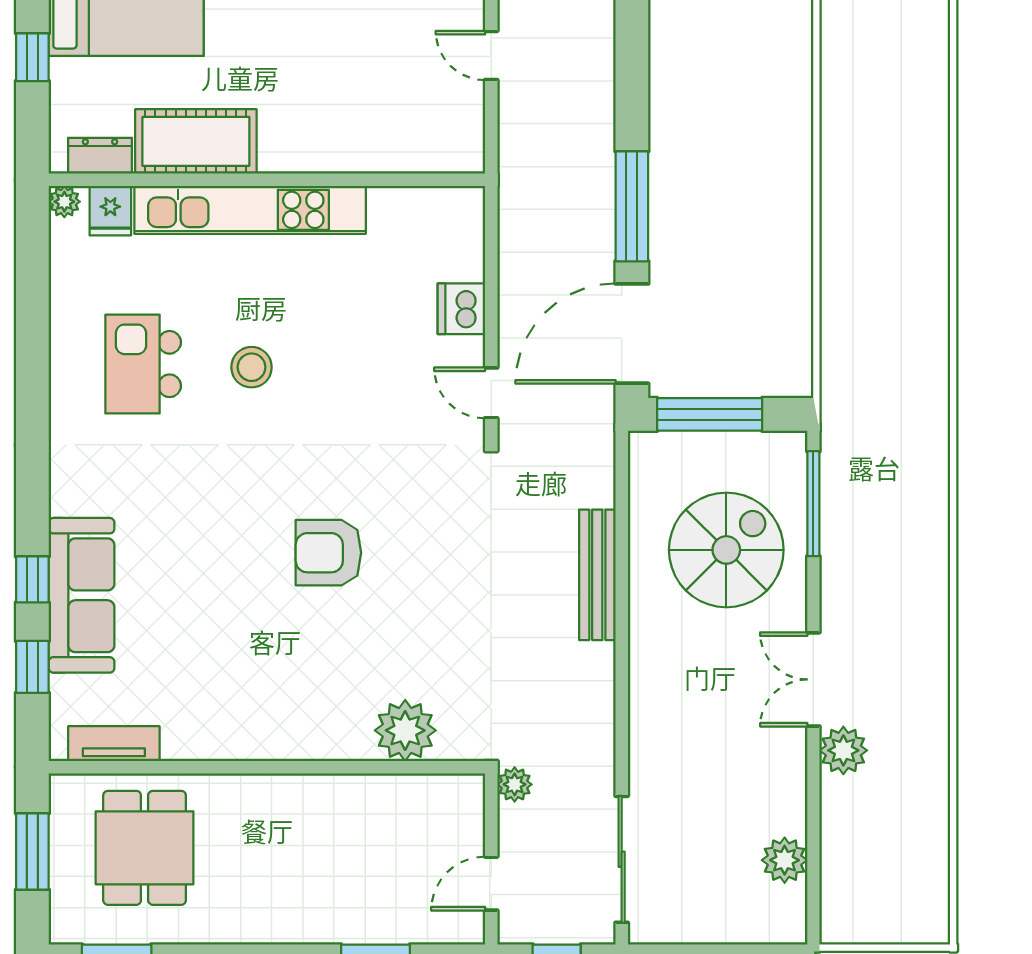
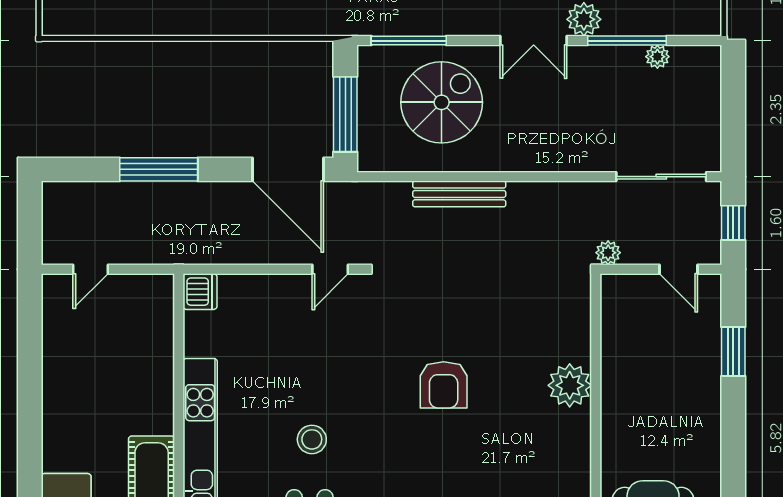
window: (632, 206) -> (159, 169), moved
dishwasher: (461, 309) -> (200, 292), moved, turned -90
spiral stairs: (726, 550) -> (442, 102), turned 90
plant: (405, 730) -> (570, 385), moved
window: (813, 811) -> (627, 41), added
plant: (785, 860) -> (657, 57), width x0.73, depth x0.73

